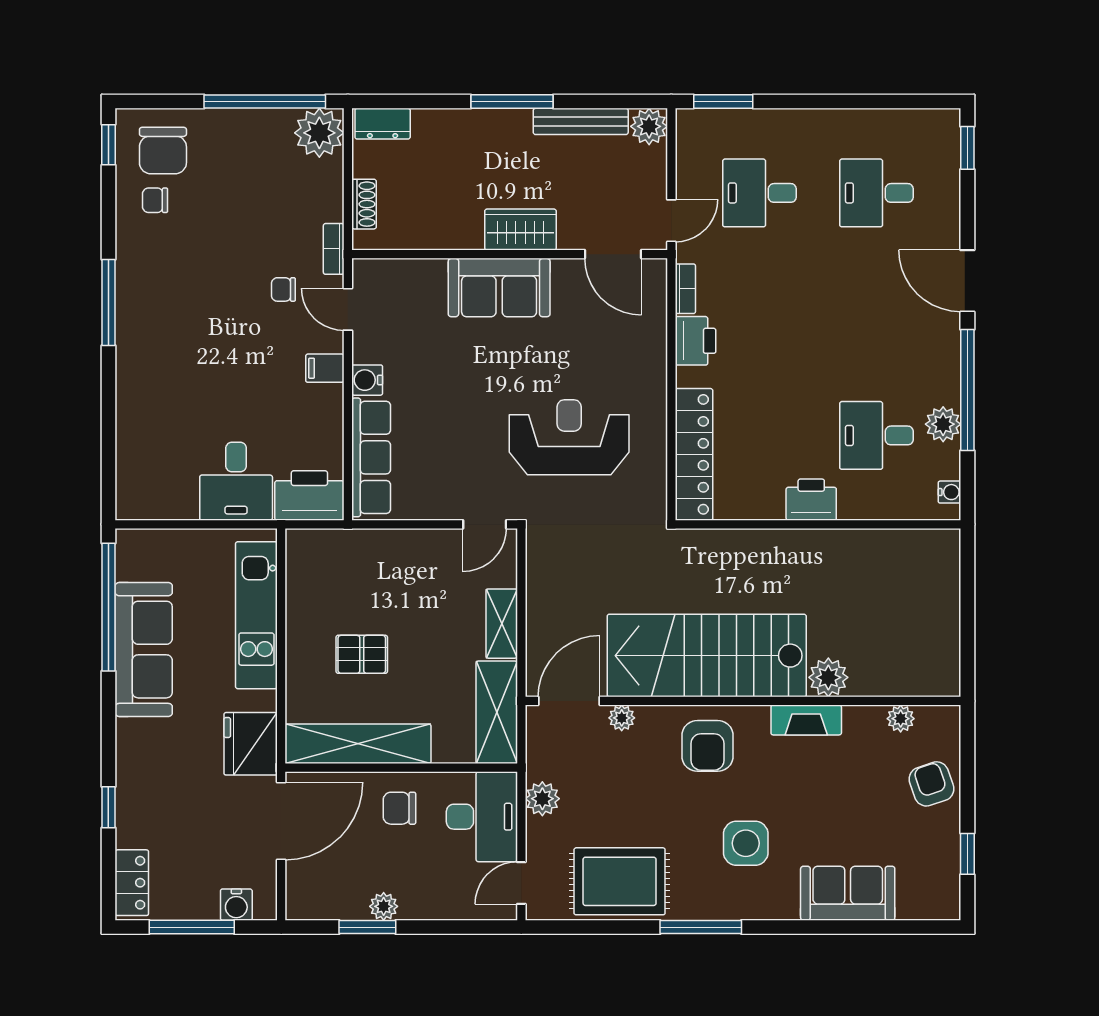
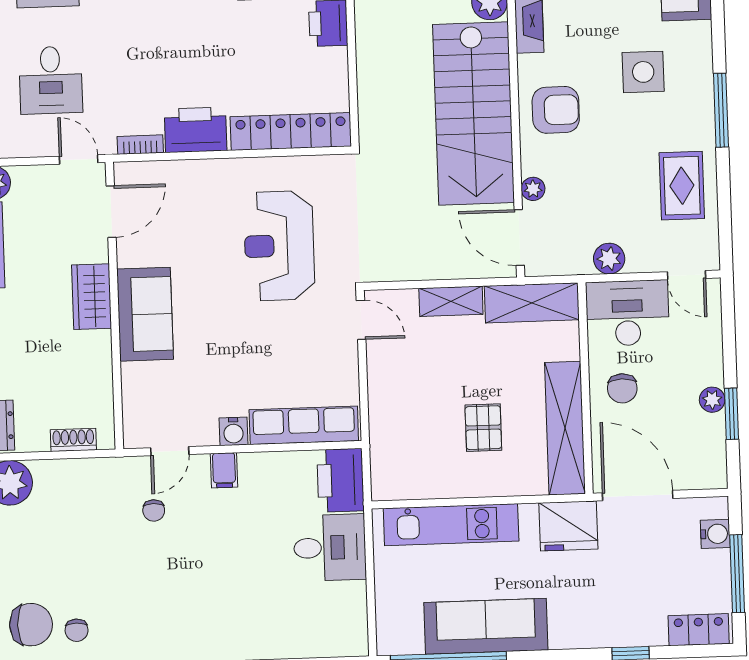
bookcase: (334, 249) -> (115, 466), removed
printer: (695, 341) -> (195, 130), width x1.37, depth x1.19
rug: (620, 881) -> (682, 186), width x0.73, depth x0.70

